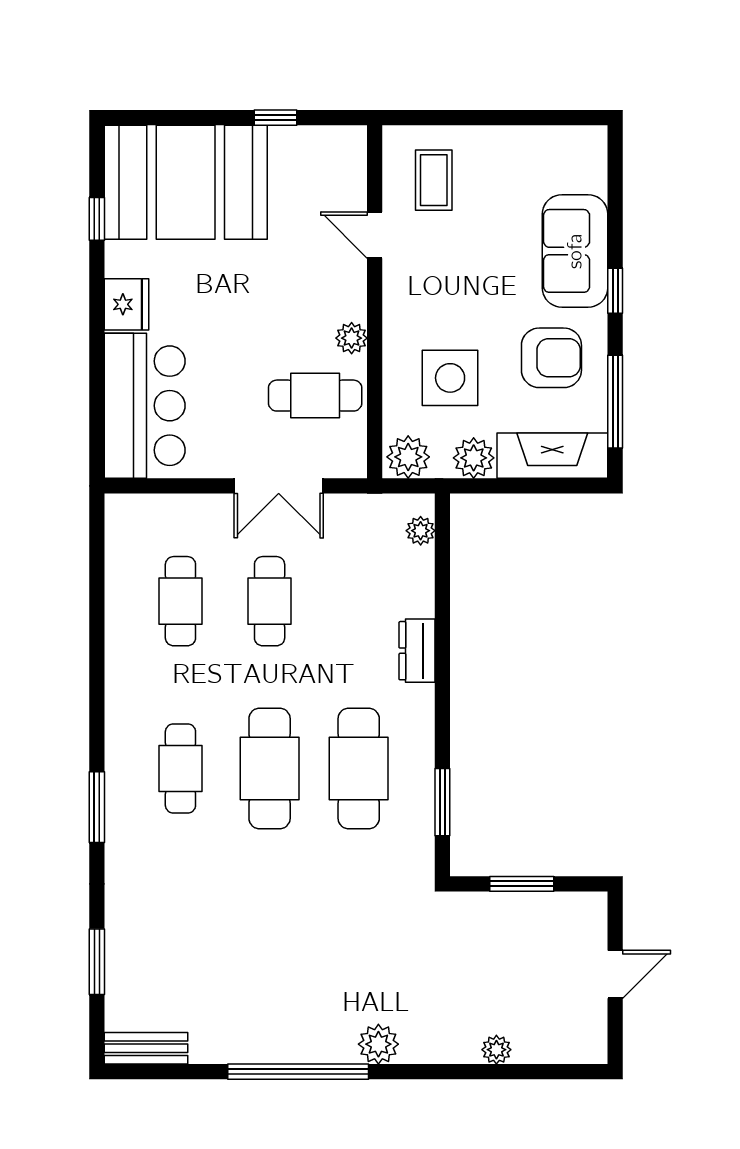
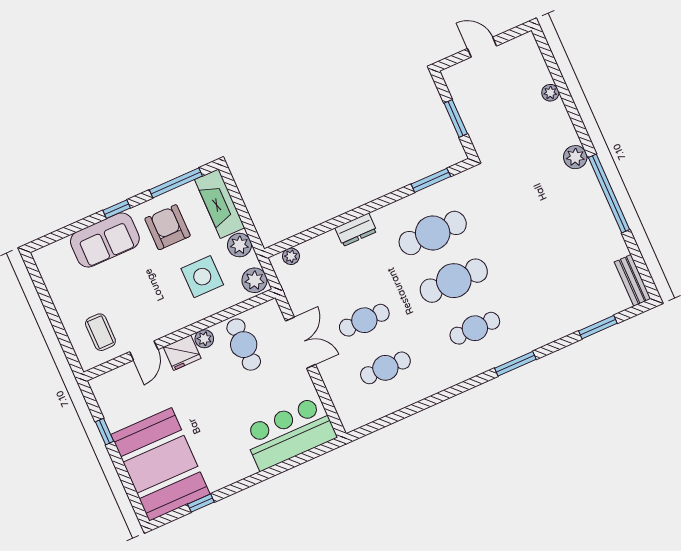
coffee table: (434, 180) -> (100, 332), turned 90
fridge: (126, 304) -> (182, 353), moved, turned 180

